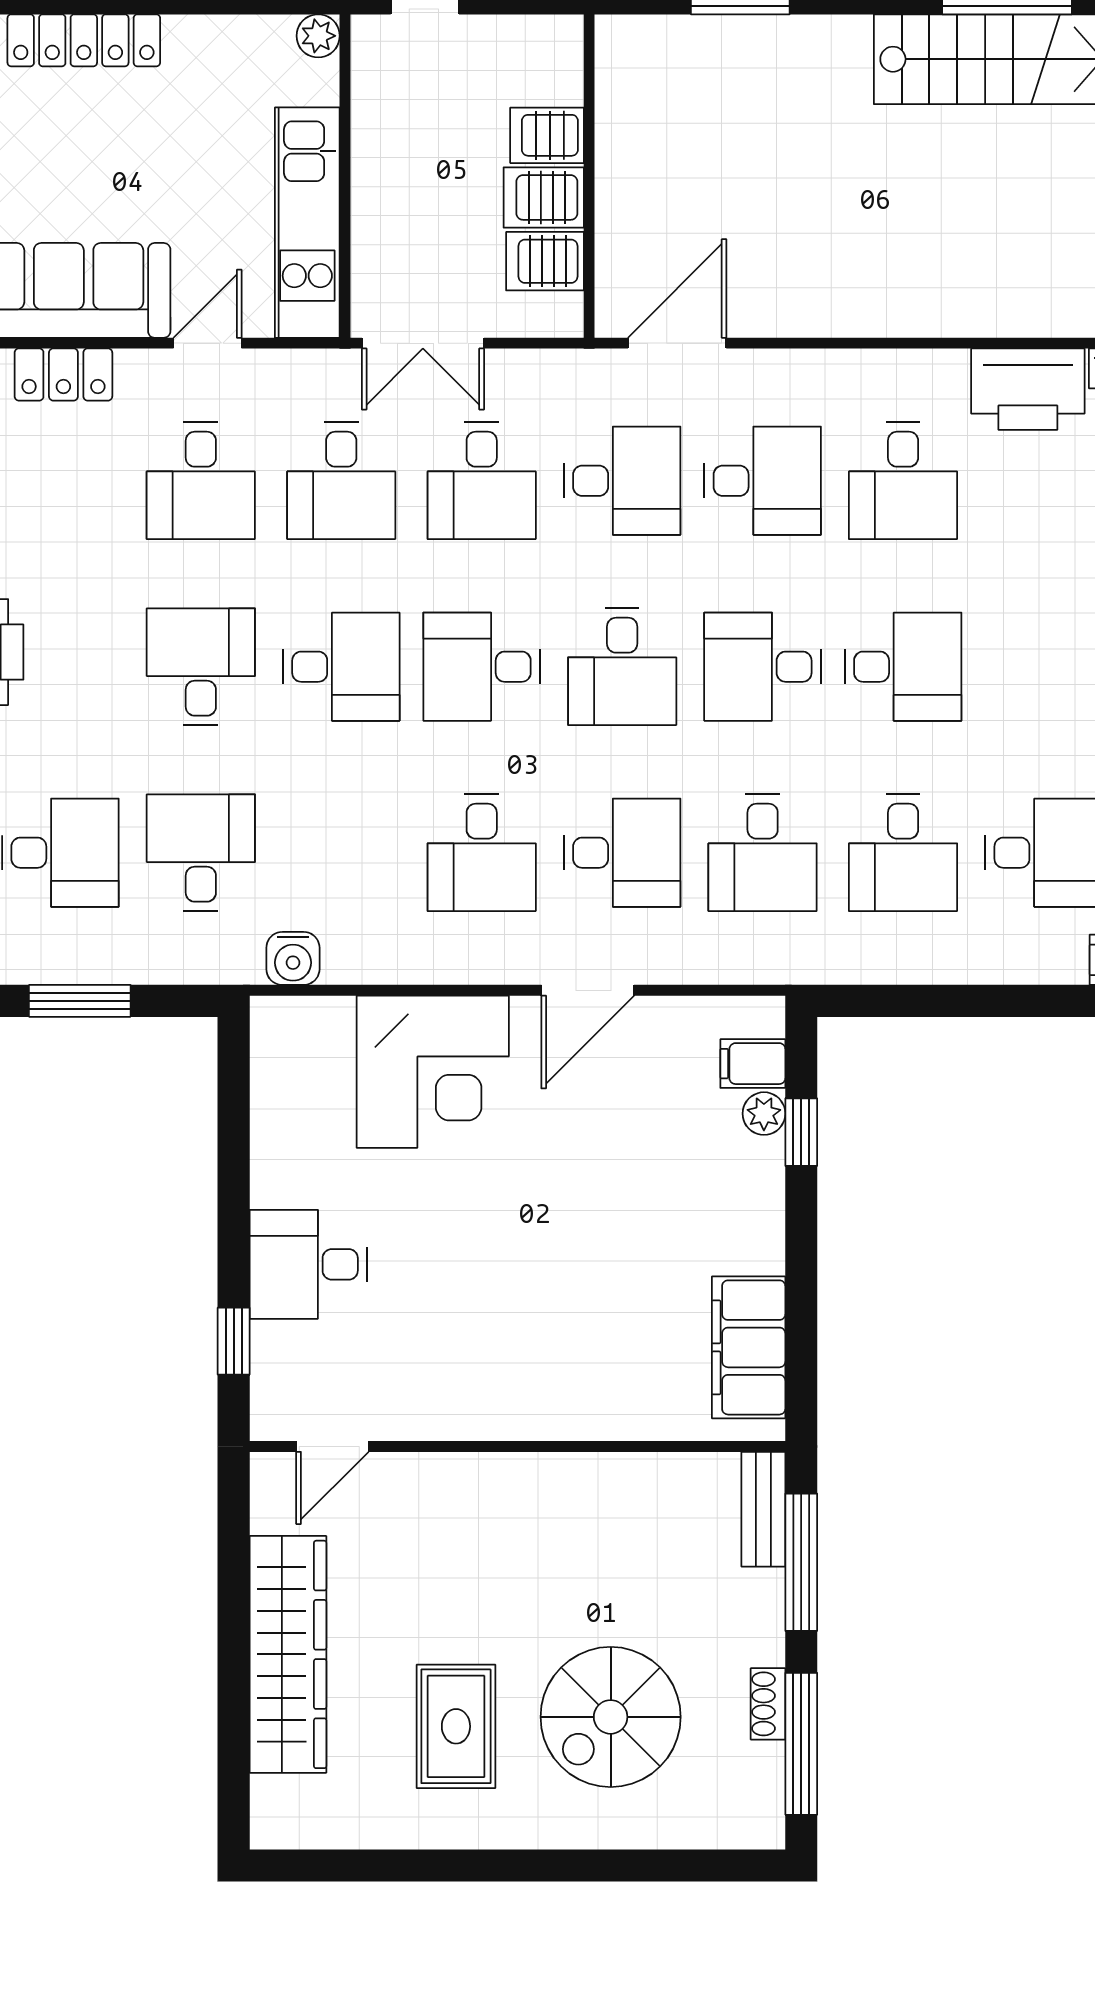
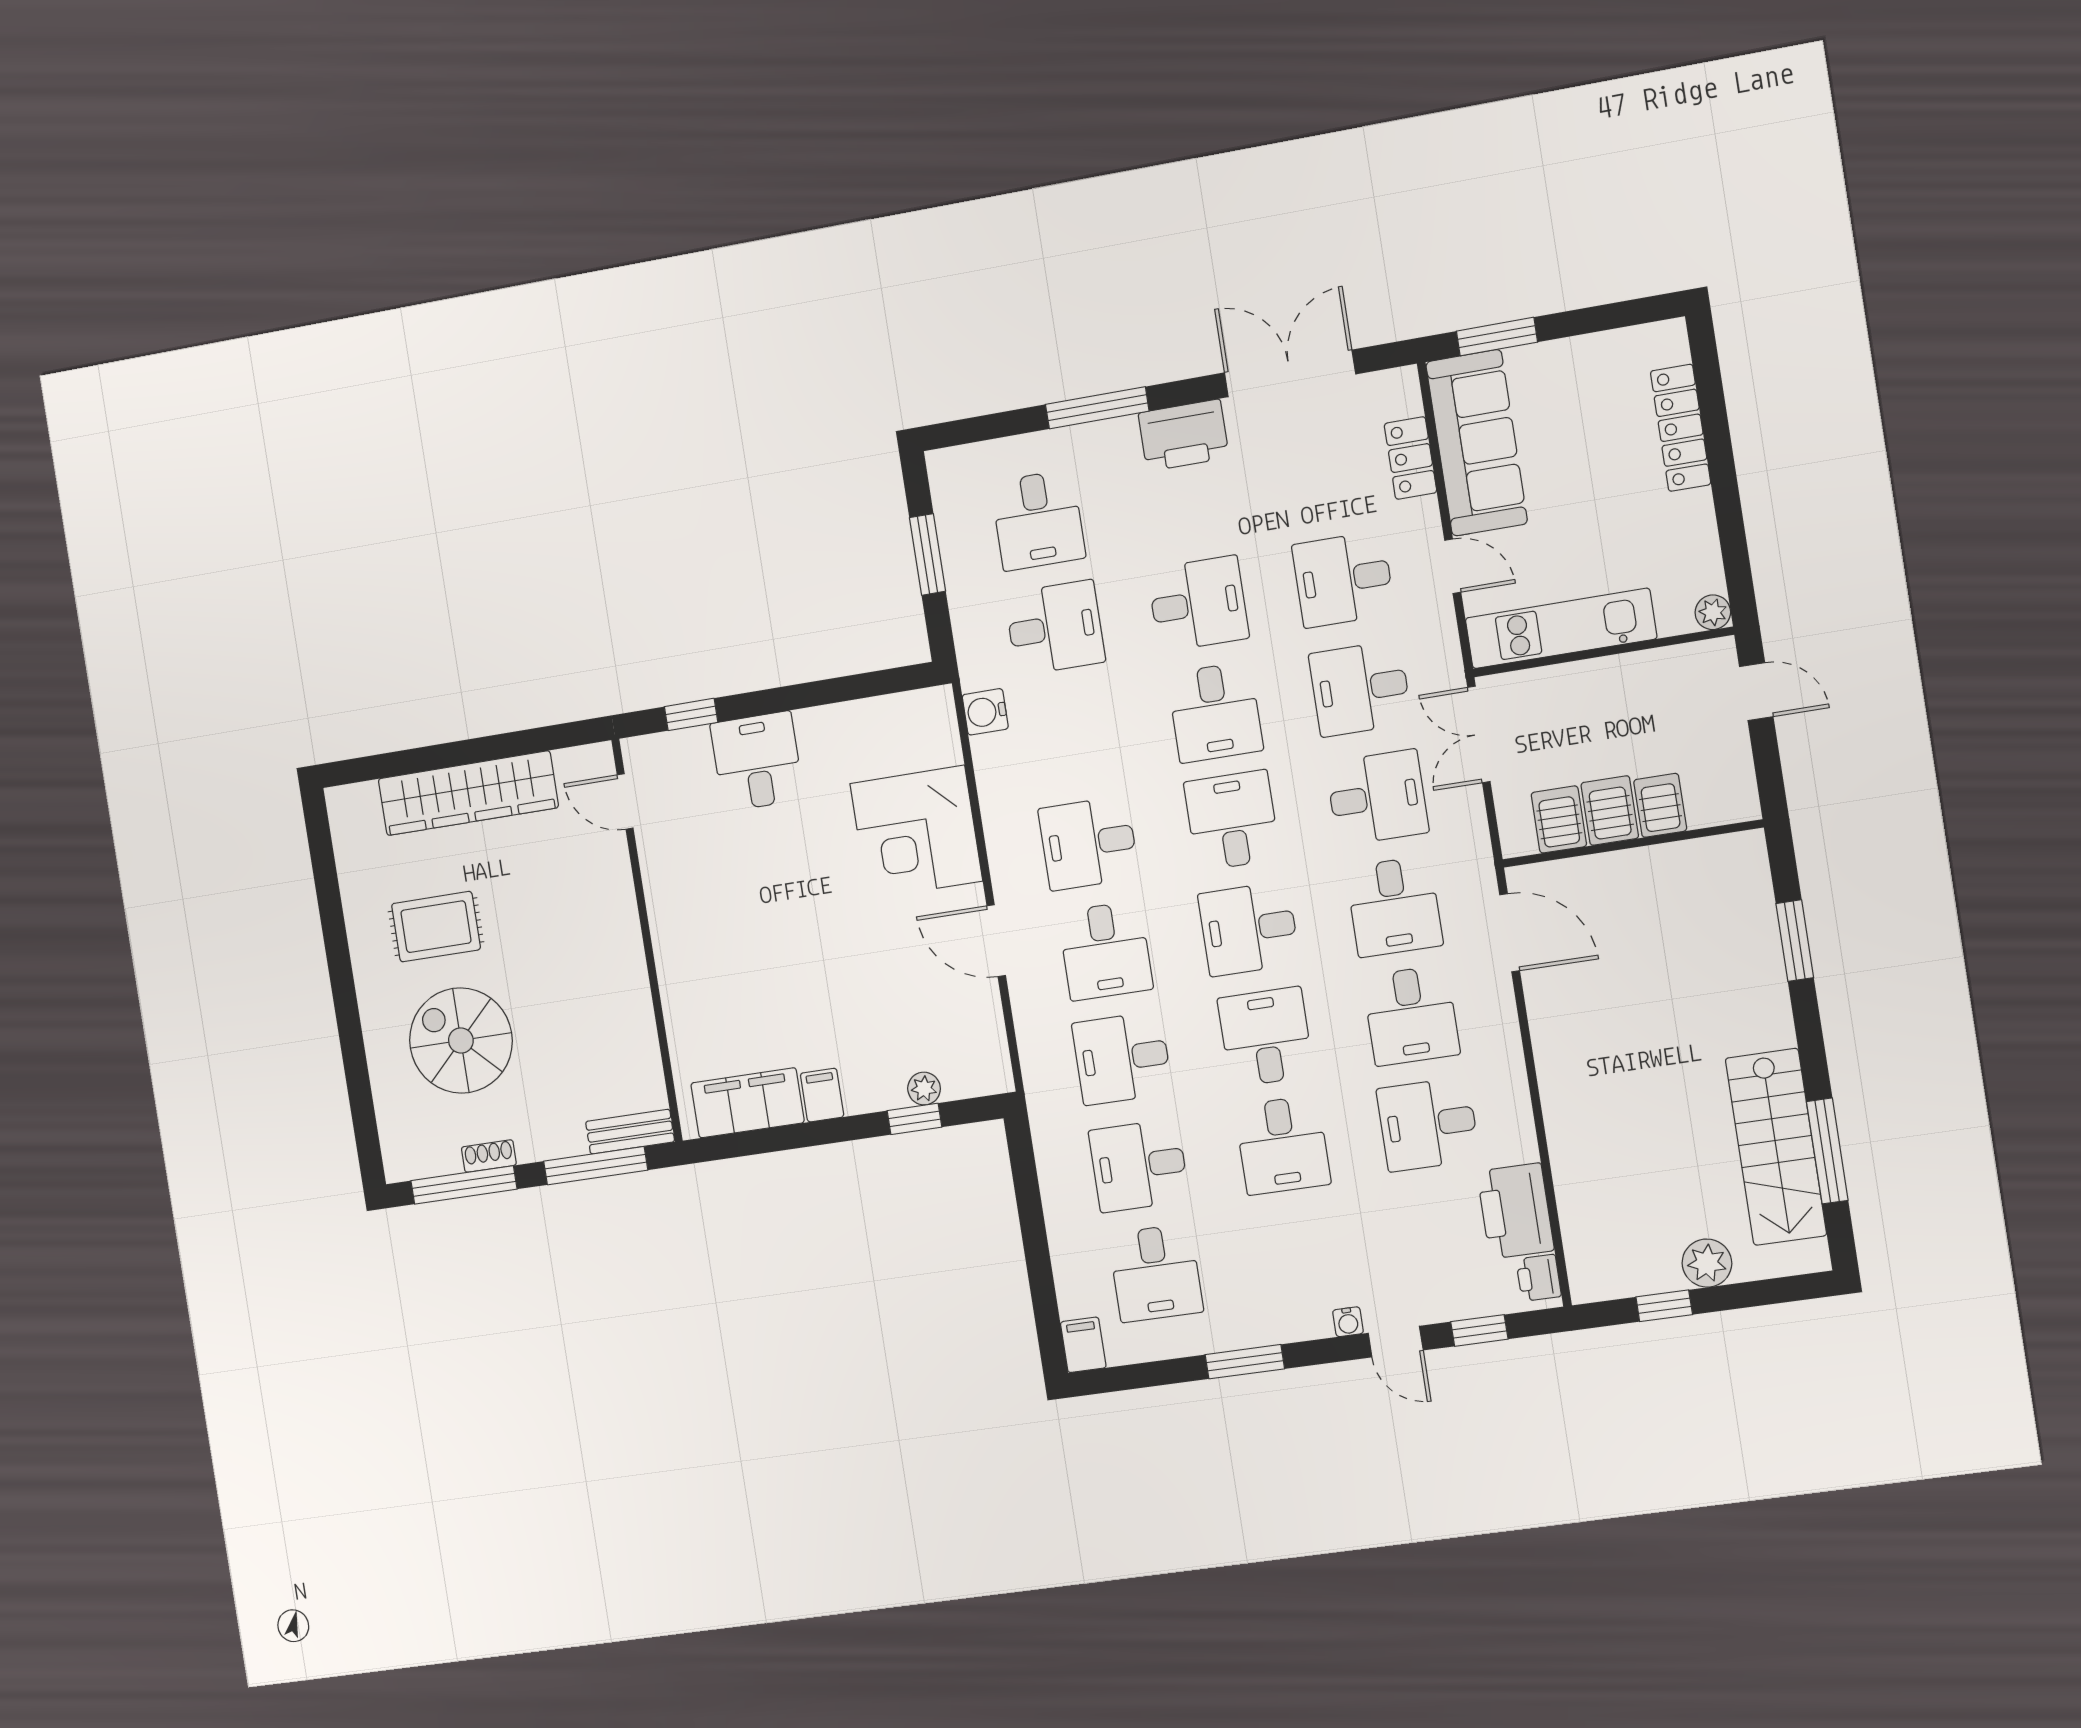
desk: (482, 481) -> (1377, 798), turned 180
filing cabinet: (753, 1064) -> (822, 1095), moved

